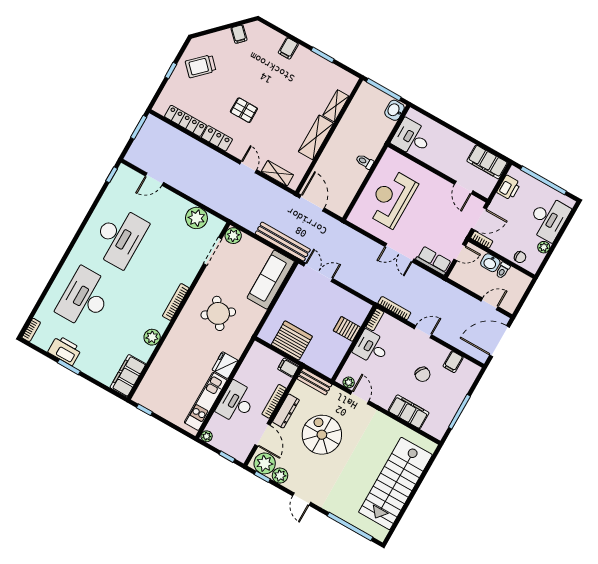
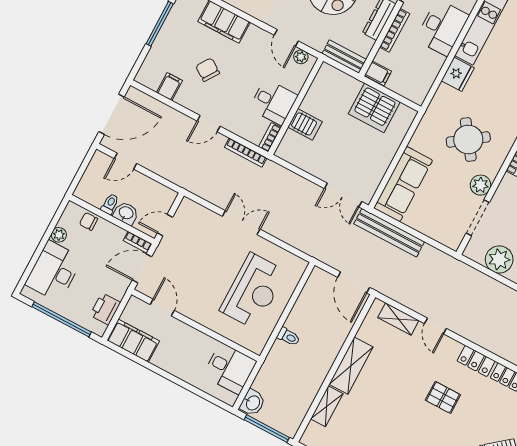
plant: (233, 236) -> (480, 185), moved
row of seats: (434, 261) -> (198, 214), removed

